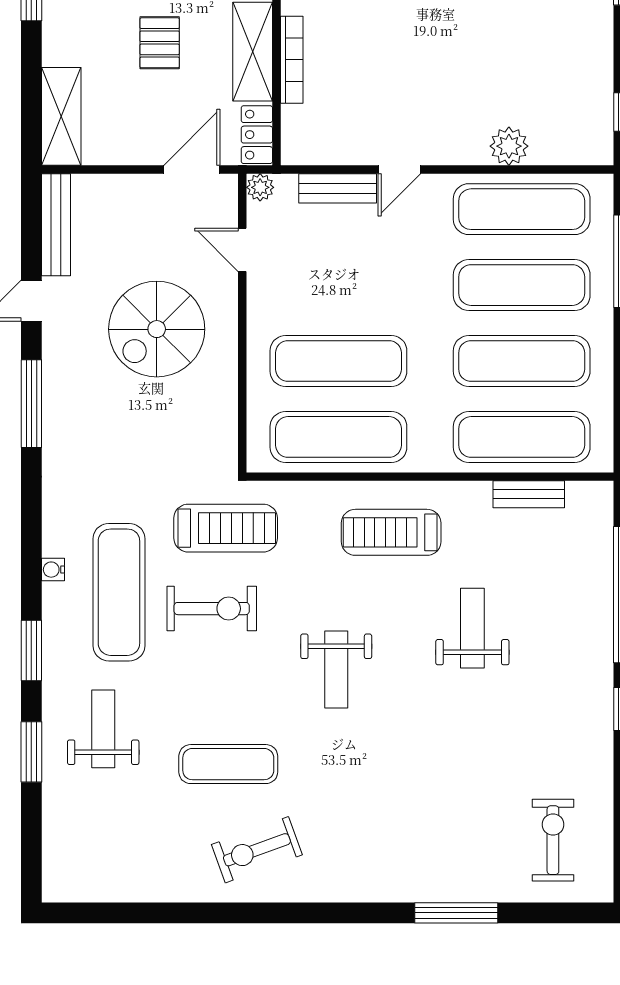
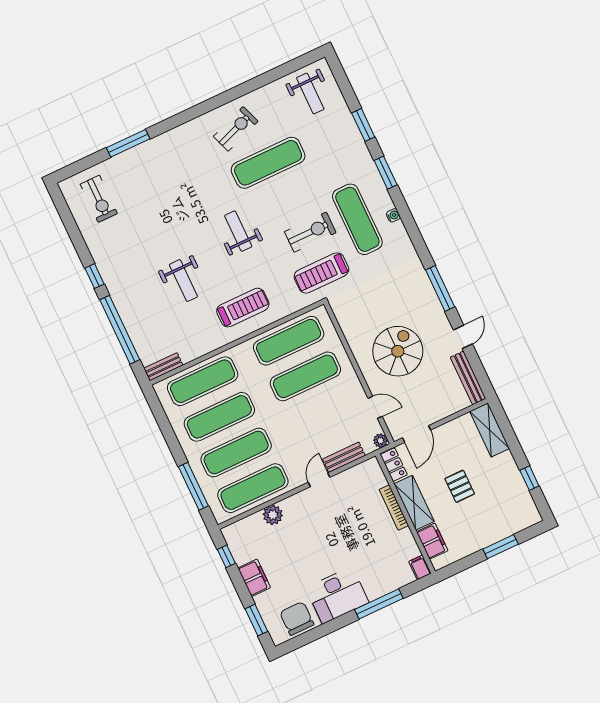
filing cabinet: (593, 52) -> (254, 578), added
bench: (529, 494) -> (163, 367), moved
exercise bike: (212, 609) -> (310, 232), turned 180
weight bench: (103, 729) -> (310, 93), moved
exercise mat: (228, 764) -> (268, 163), width x1.36, depth x1.45

